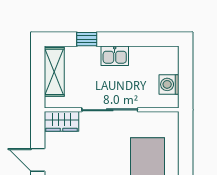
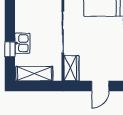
kitchen sink: (115, 56) -> (22, 43), moved

